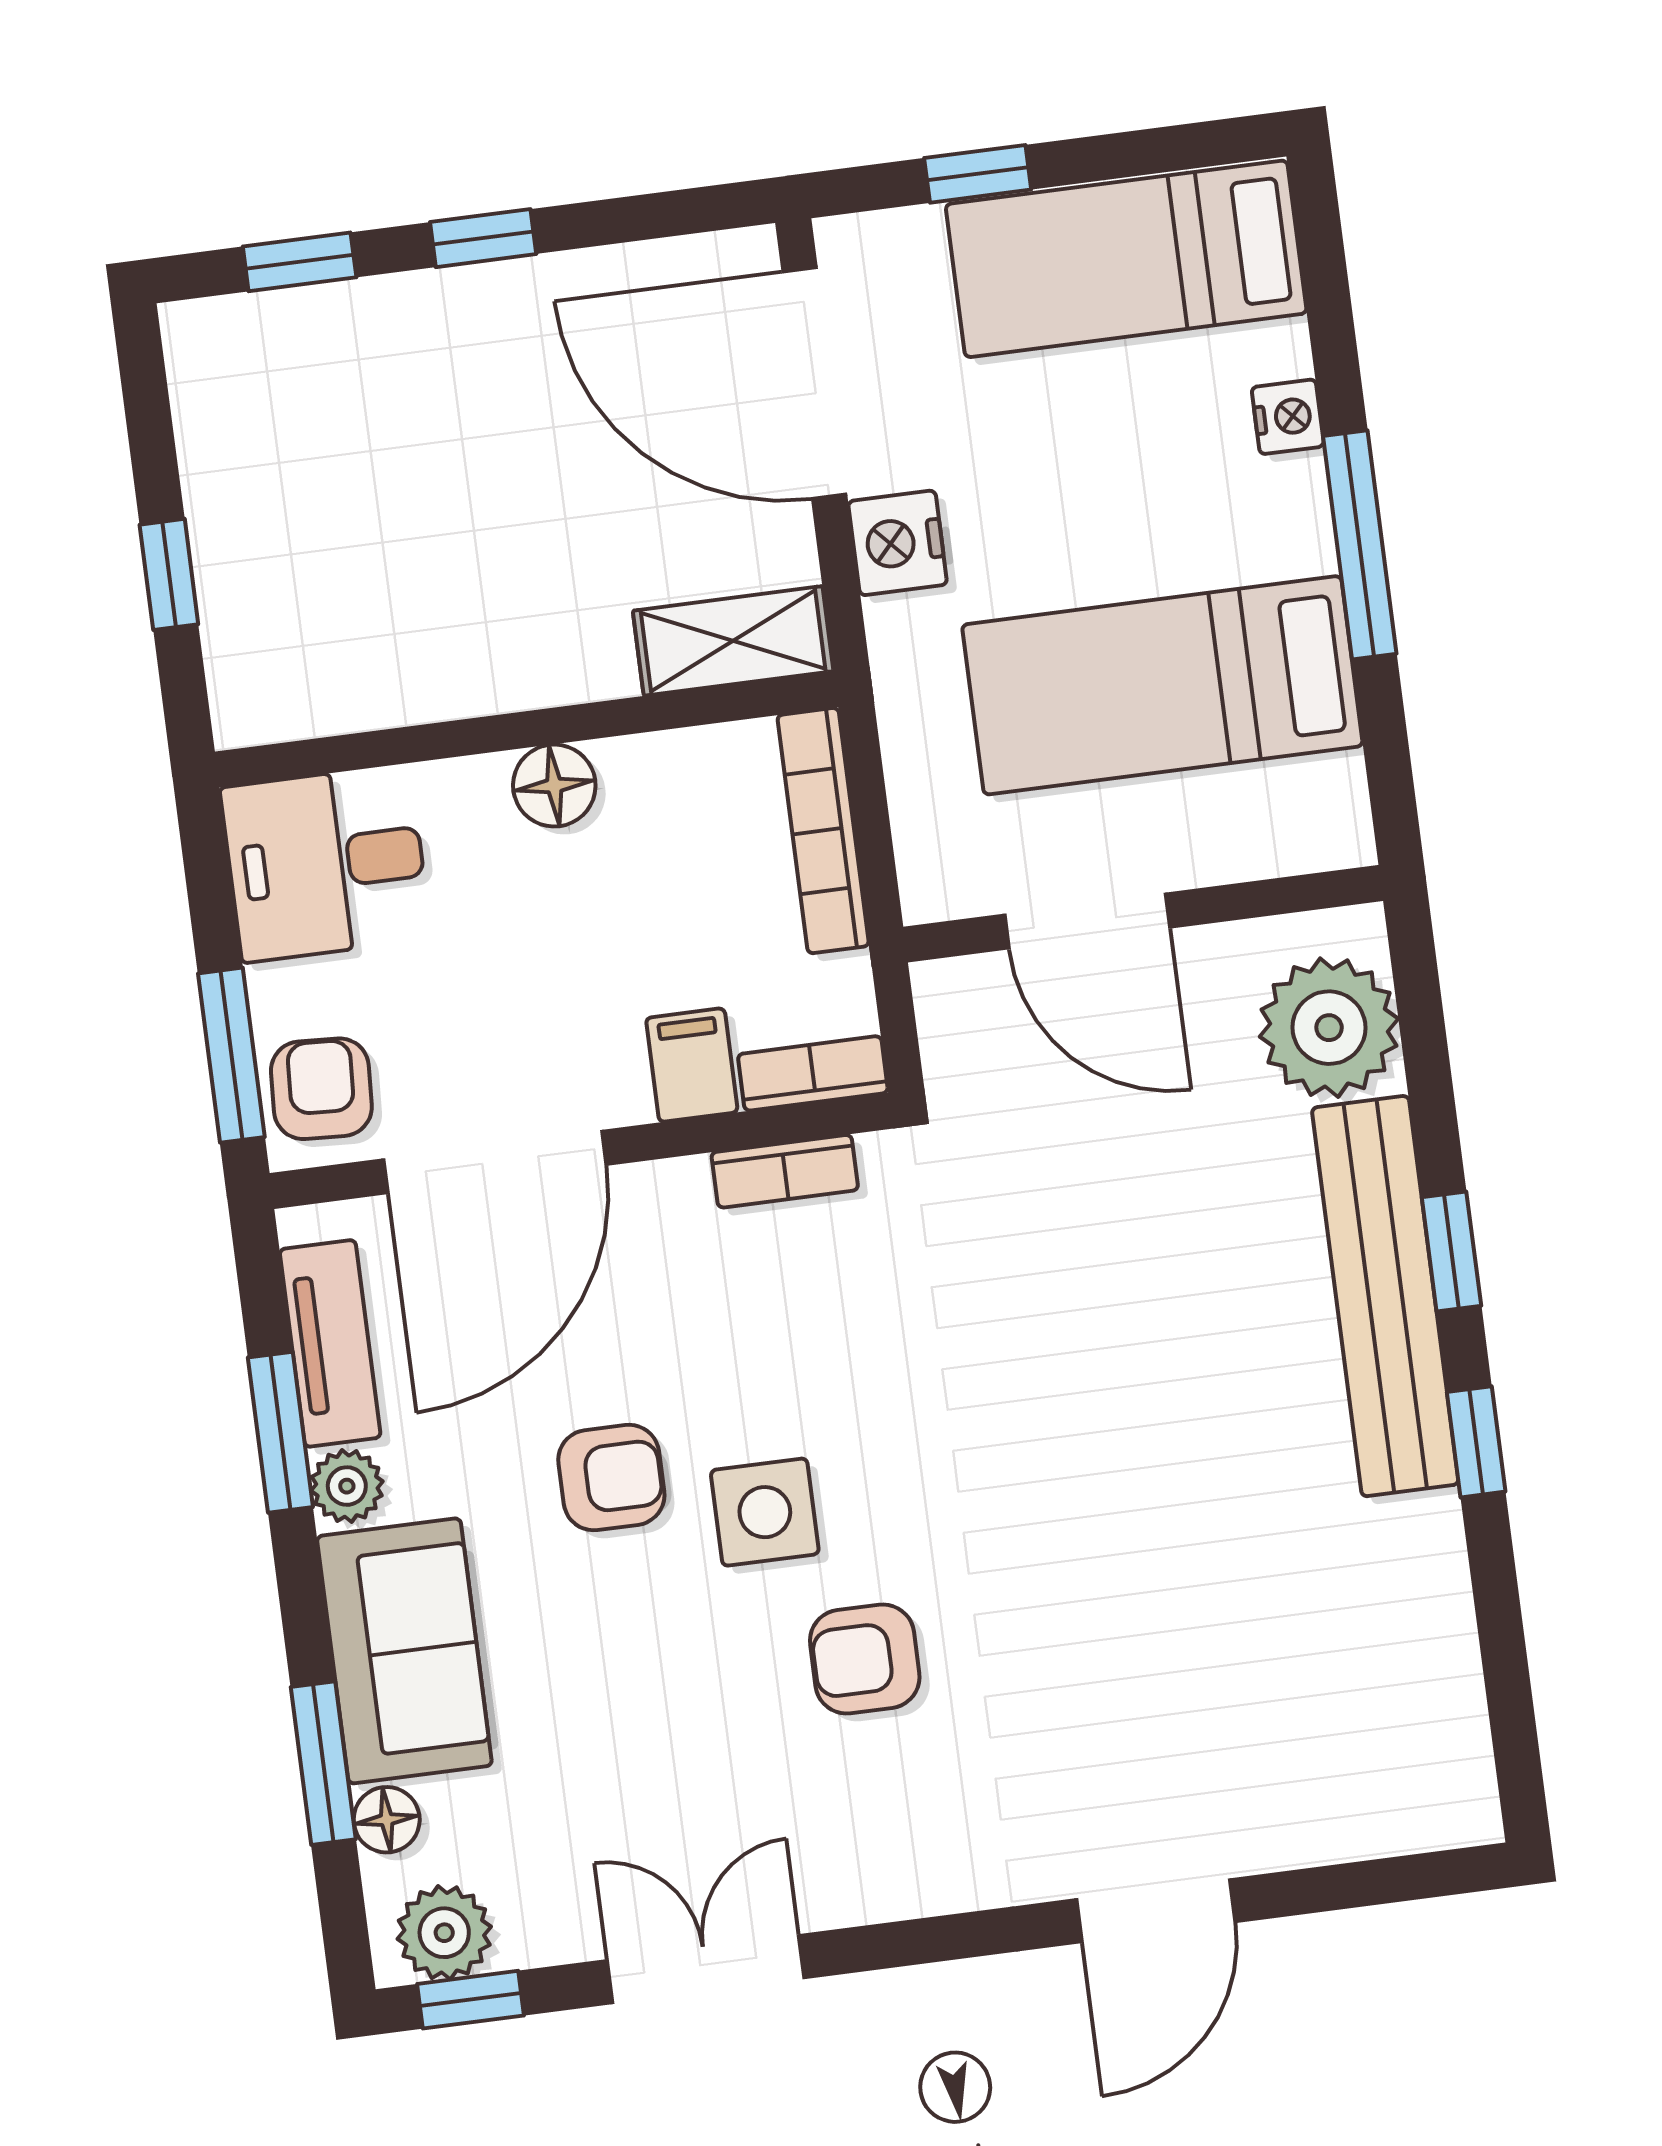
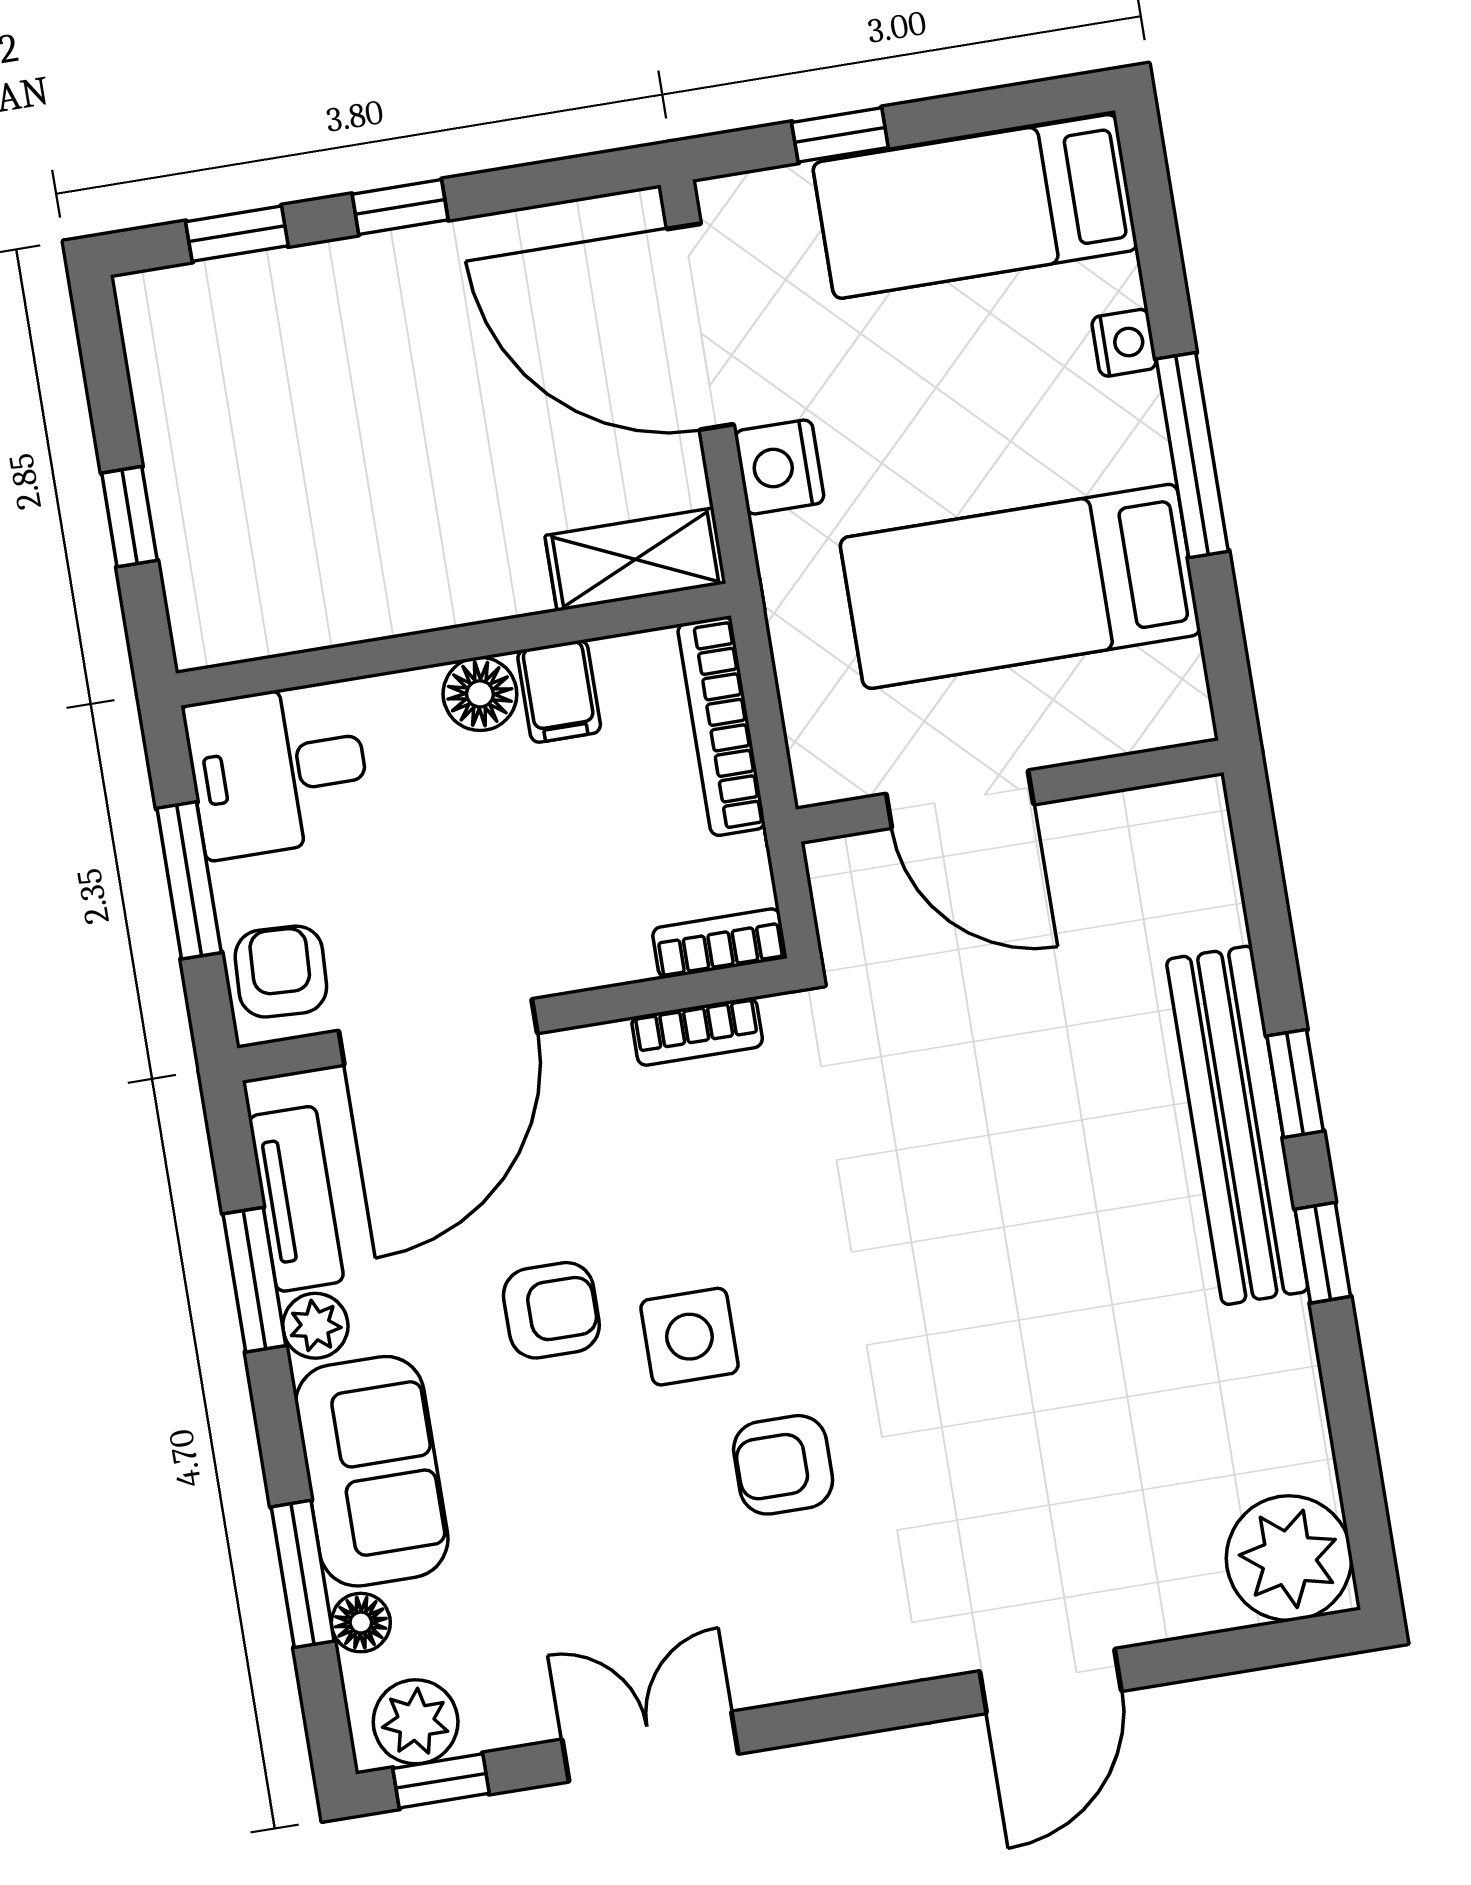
plant: (1329, 1028) -> (1289, 1558), moved
window: (231, 1055) -> (189, 880), moved
filing cabinet: (692, 1065) -> (559, 691), moved, turned 180

